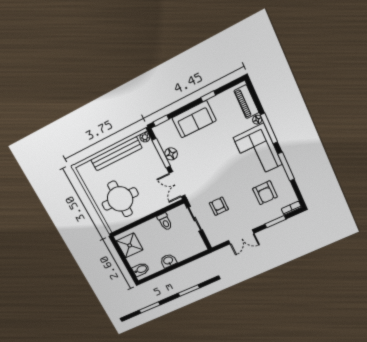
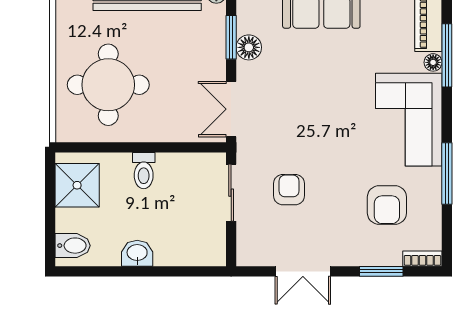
window: (269, 128) -> (447, 55), moved
window: (161, 153) -> (231, 37), width x0.69
toilet: (165, 222) -> (144, 171), moved

